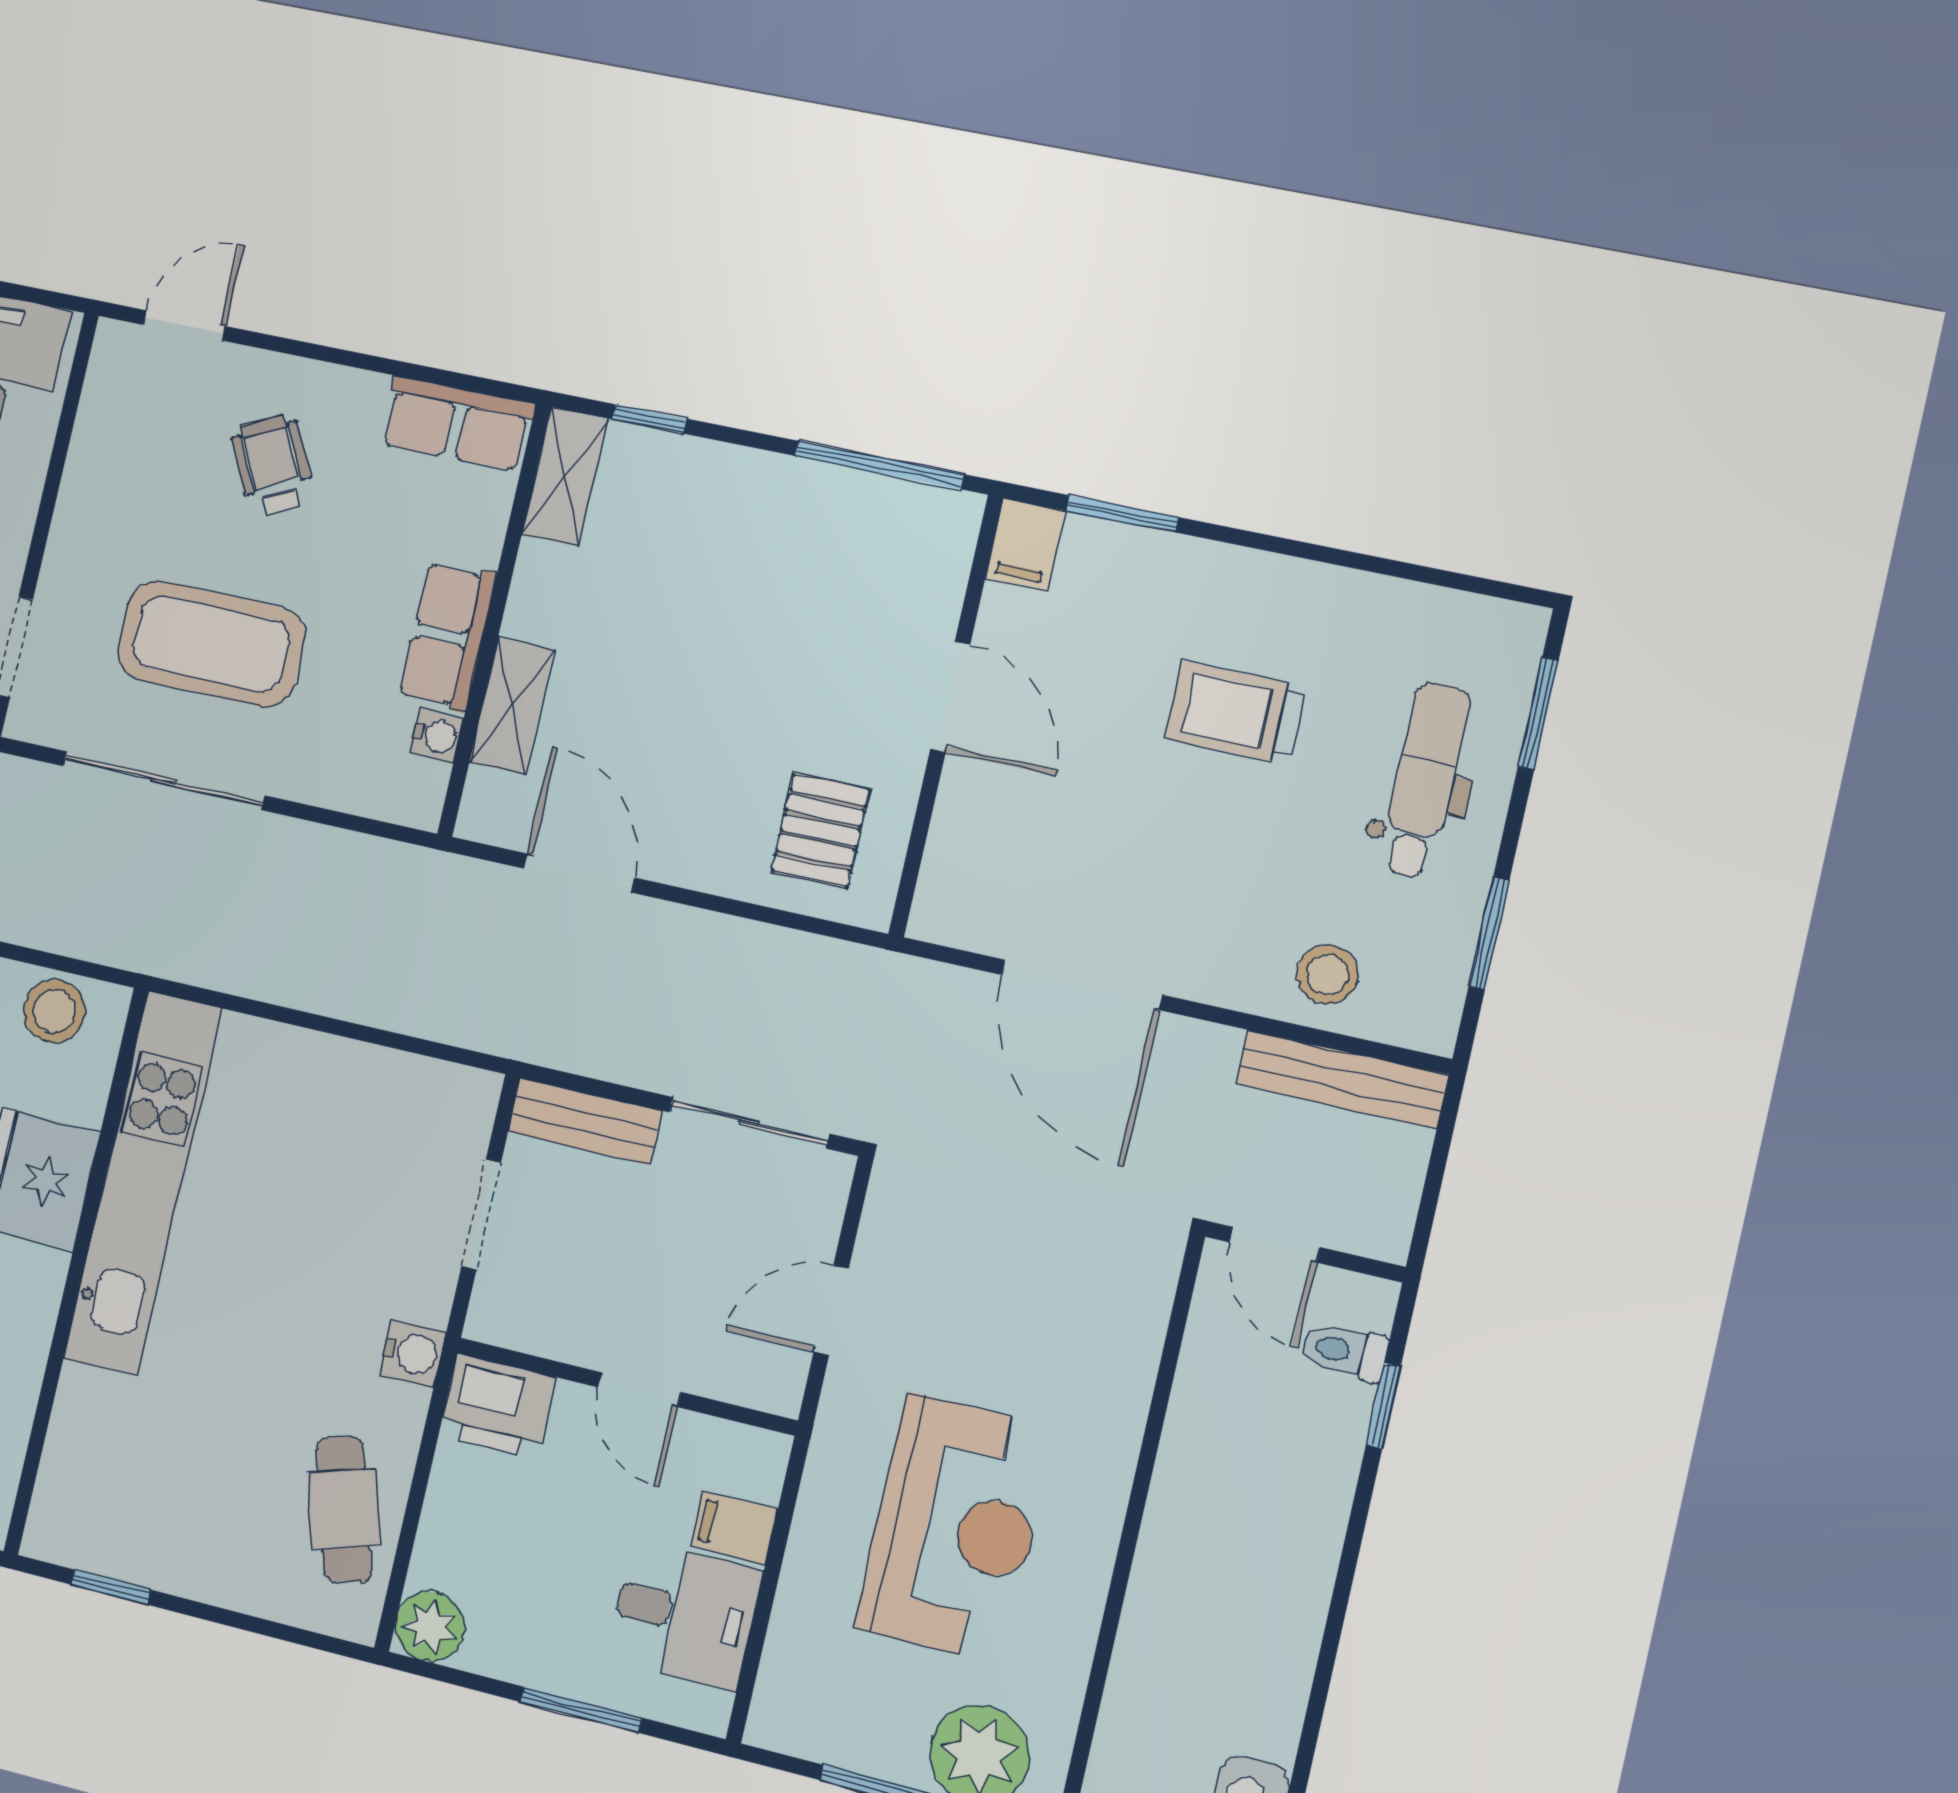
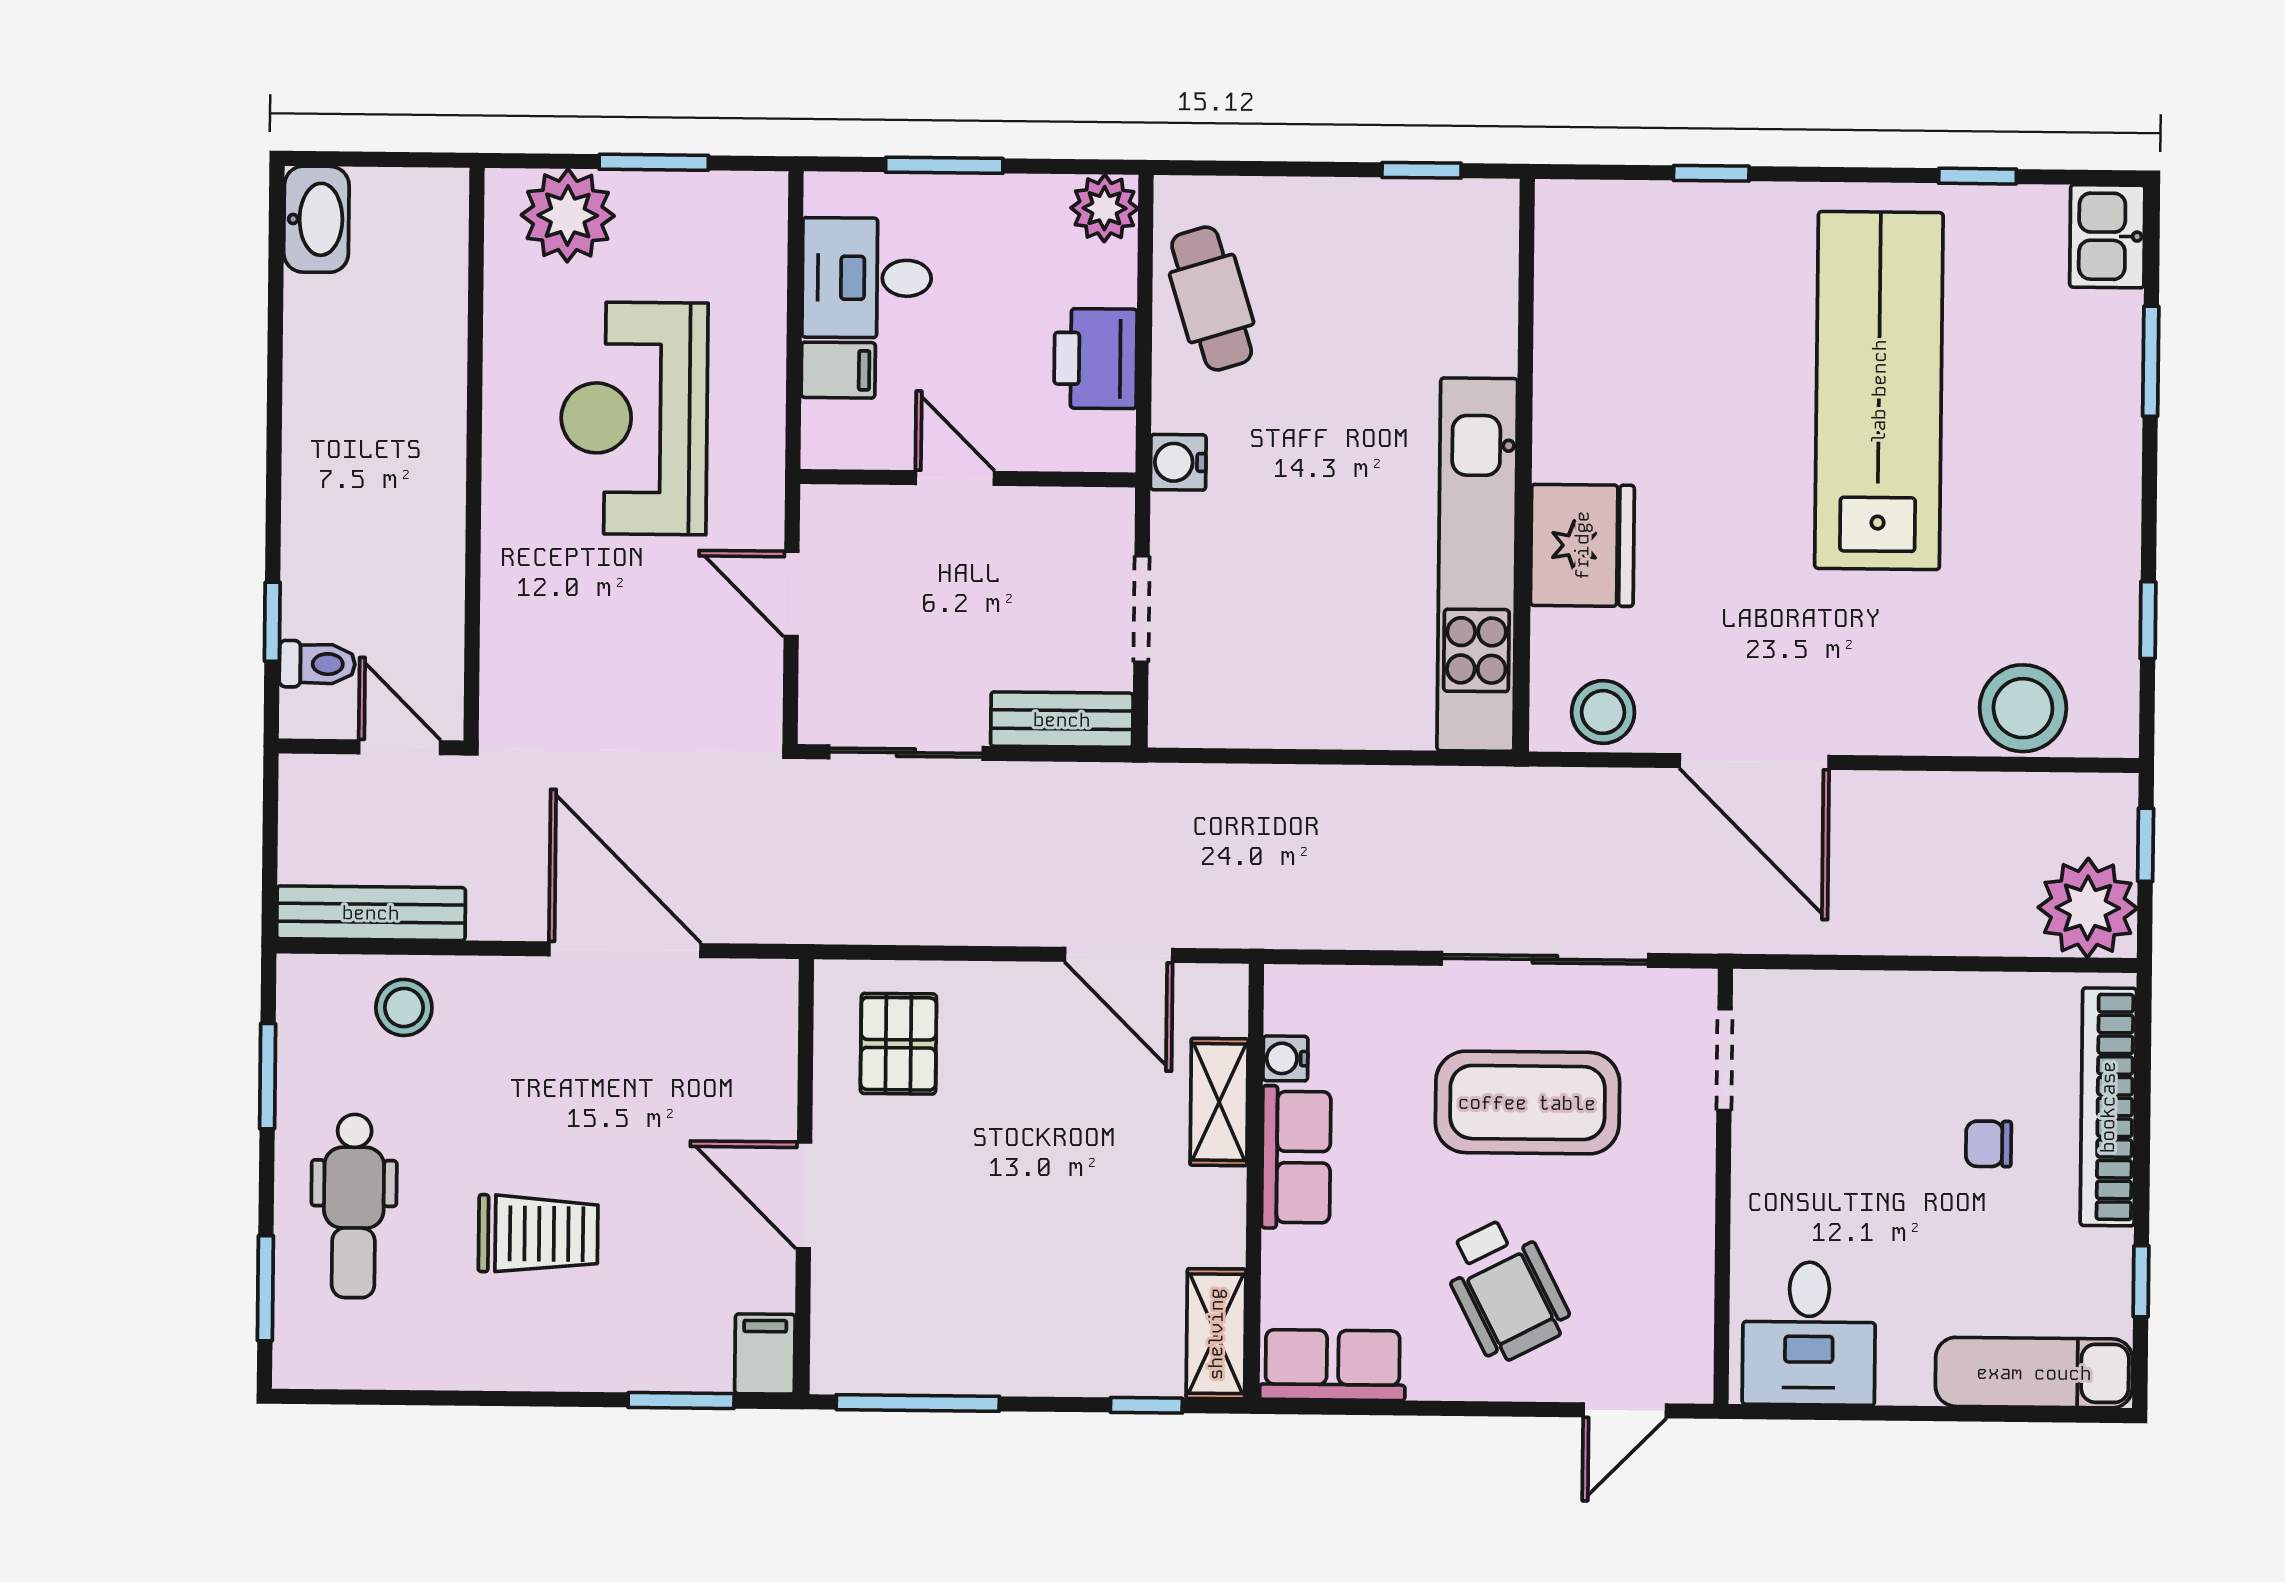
wheelchair: (273, 465) -> (1505, 1290), width x1.36, depth x1.37
door: (831, 1310) -> (792, 594), swing flipped
printer: (497, 1406) -> (1096, 359), moved, turned -90

